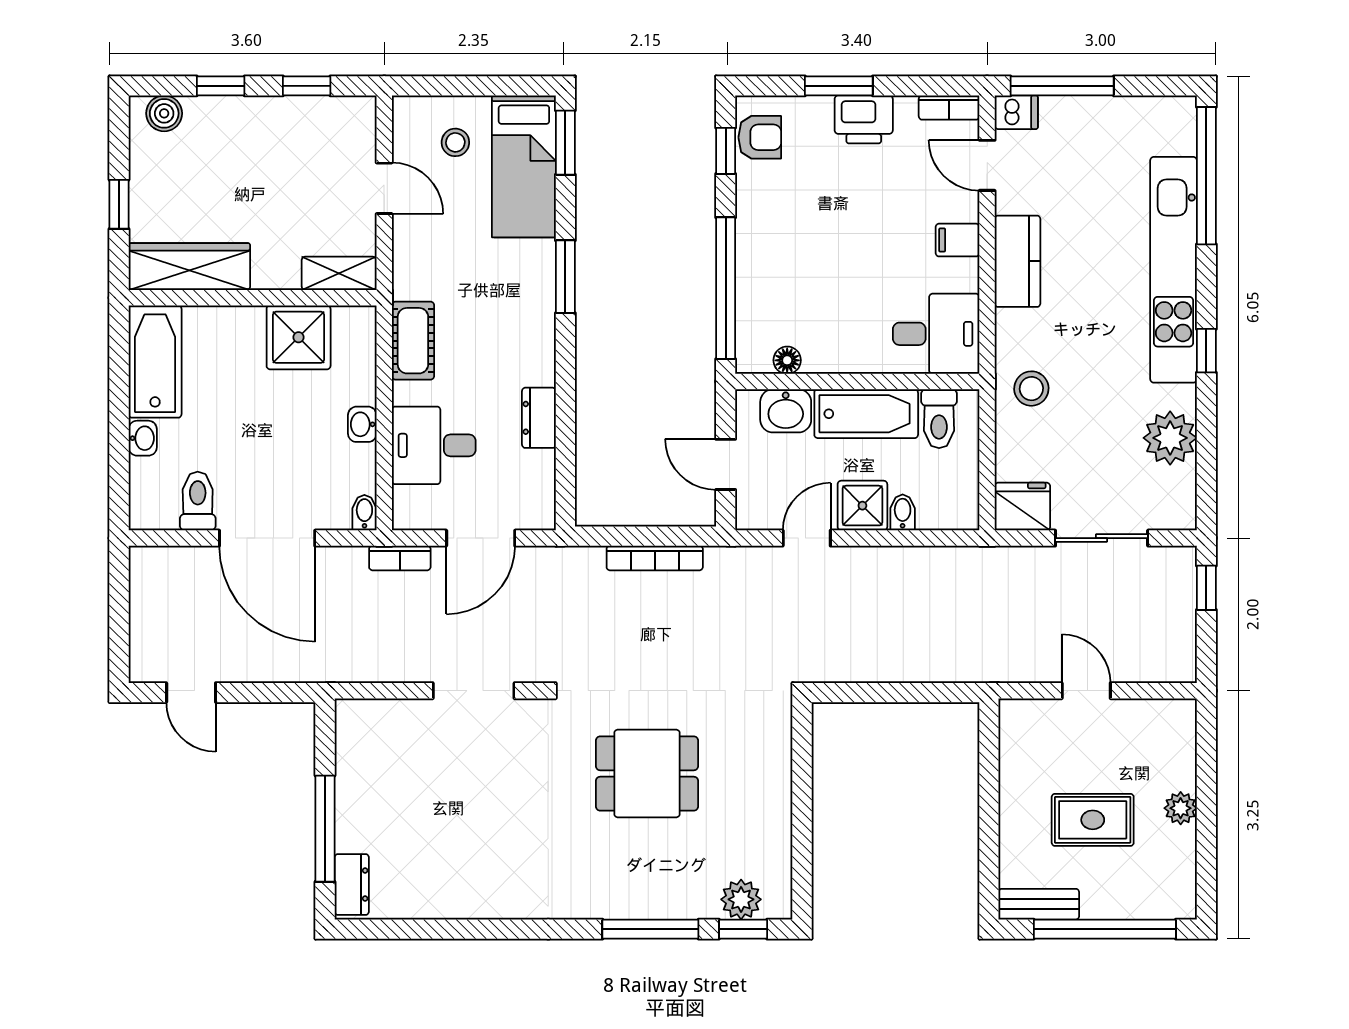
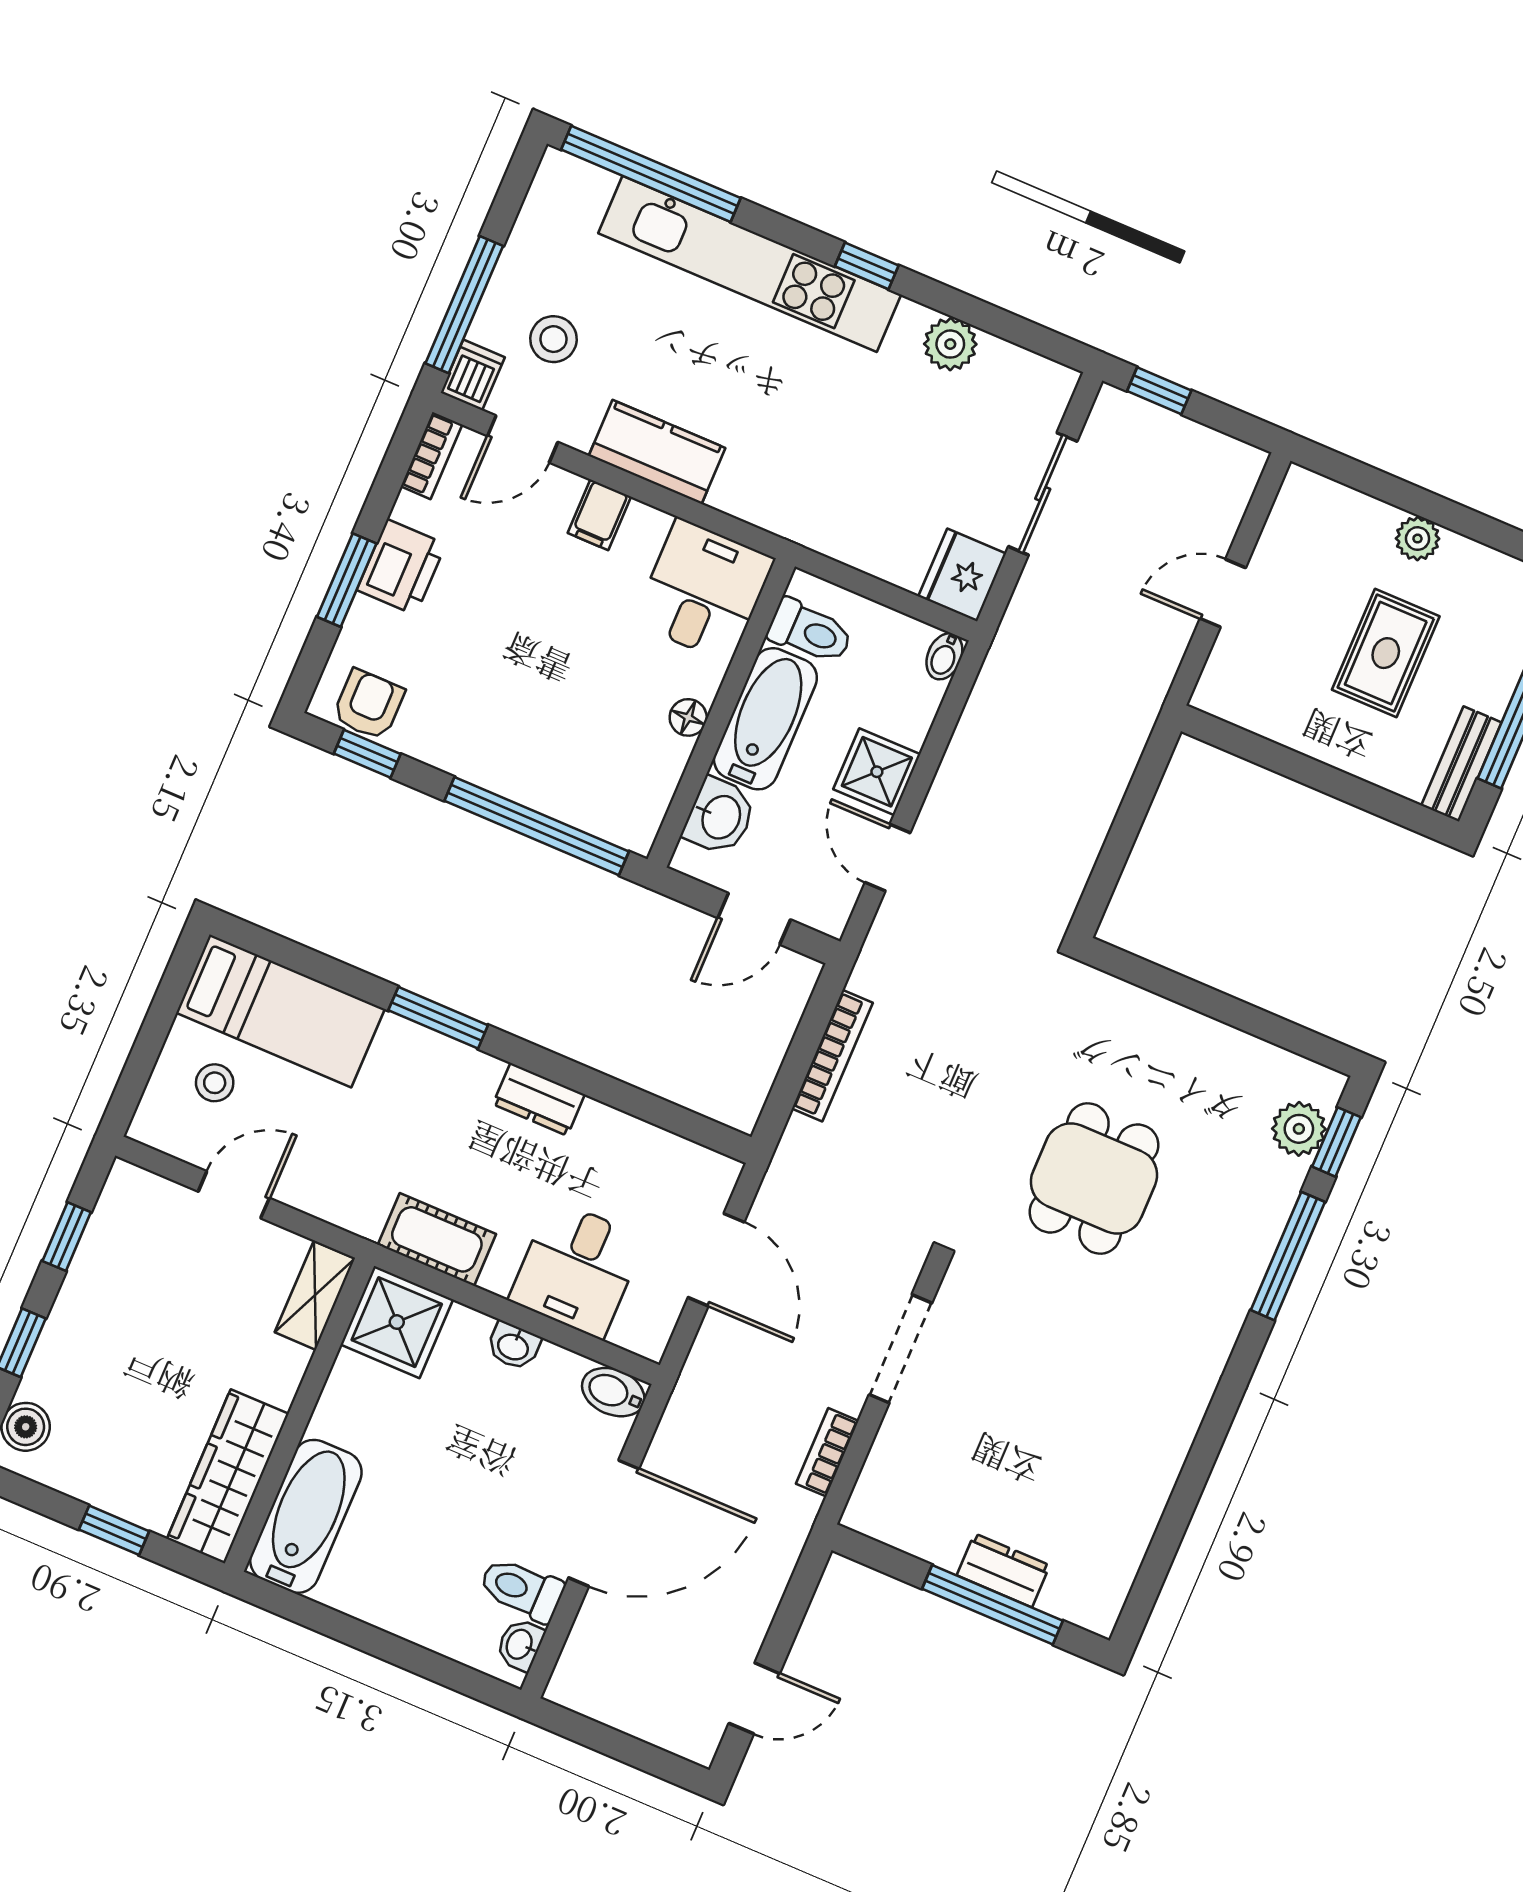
window: (565, 143) -> (273, 947), removed
shower: (299, 337) -> (397, 1322), moved
floor lamp: (787, 360) -> (688, 717), moved
bathtub: (155, 361) -> (306, 1516), moved, turned 90
stool: (1031, 389) -> (554, 339), moved
dresser: (539, 418) -> (539, 1099), moved
washbasin: (143, 438) -> (520, 1645), moved, turned -90
plant: (1170, 438) -> (950, 344), width x0.73, depth x0.73
bidet: (903, 512) -> (944, 656), moved, turned -90
bidet: (364, 513) -> (613, 1392), width x1.38, depth x1.36
bookcase: (400, 558) -> (827, 1452), moved, turned 180
dresser: (352, 885) -> (1003, 1570), moved

